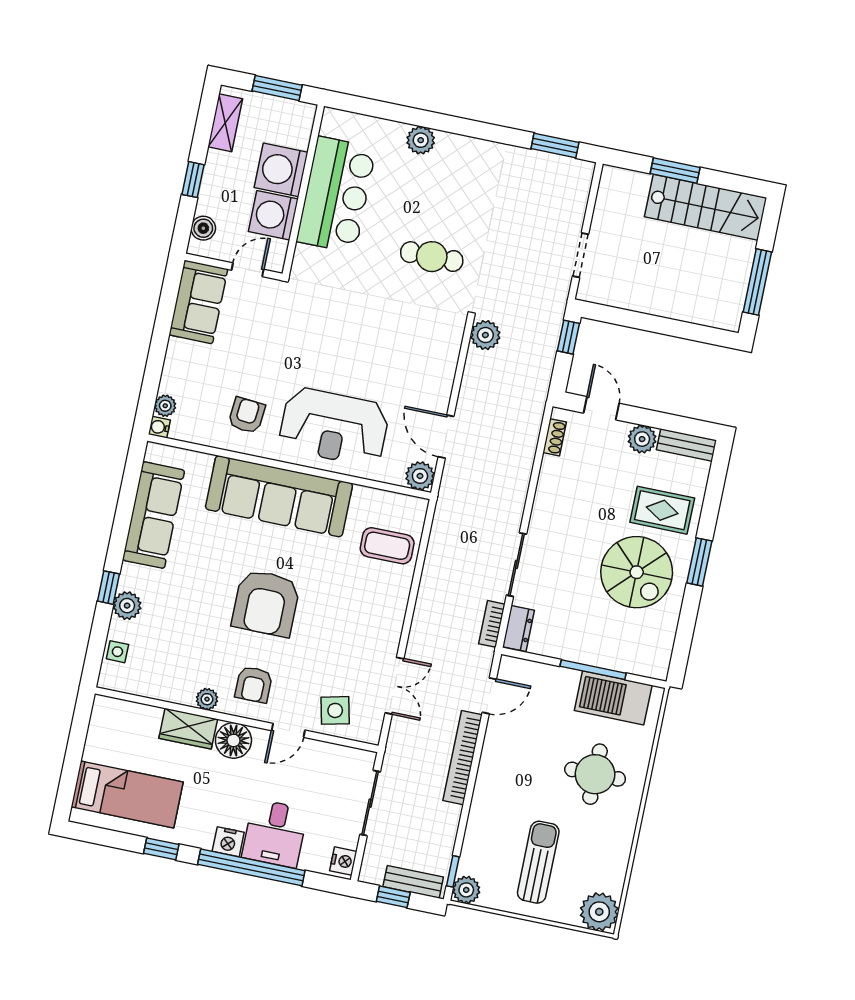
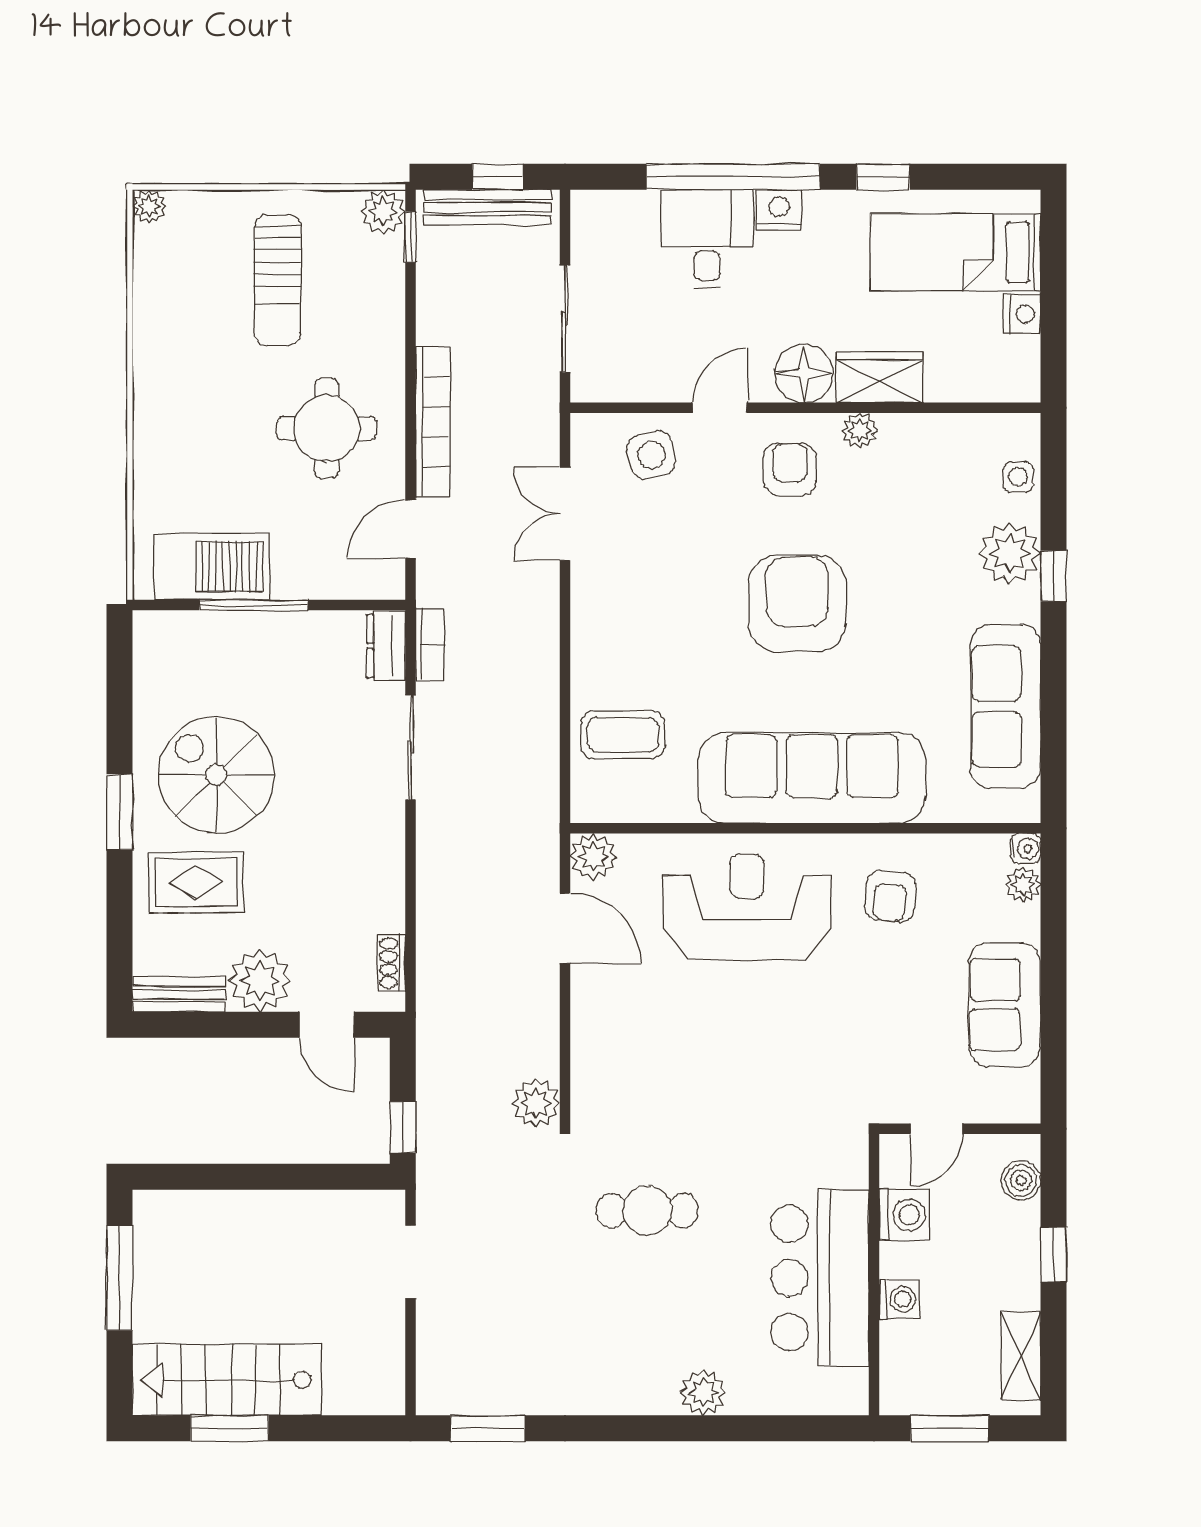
washing machine: (281, 170) -> (899, 1299), width x0.53, depth x0.53
window: (675, 170) -> (229, 1428), moved
washing machine: (273, 215) -> (904, 1215), width x0.73, depth x0.73
sofa: (198, 302) -> (1005, 1005), moved
plant: (642, 439) -> (260, 981), width x1.36, depth x1.36
plant: (127, 606) -> (1010, 553), width x1.36, depth x1.36
round table: (595, 774) -> (327, 428), moved
nightstand: (343, 861) -> (1022, 314), moved, turned 180
bench: (413, 882) -> (487, 207), width x1.36
plant: (599, 912) -> (149, 206), width x0.53, depth x0.53

